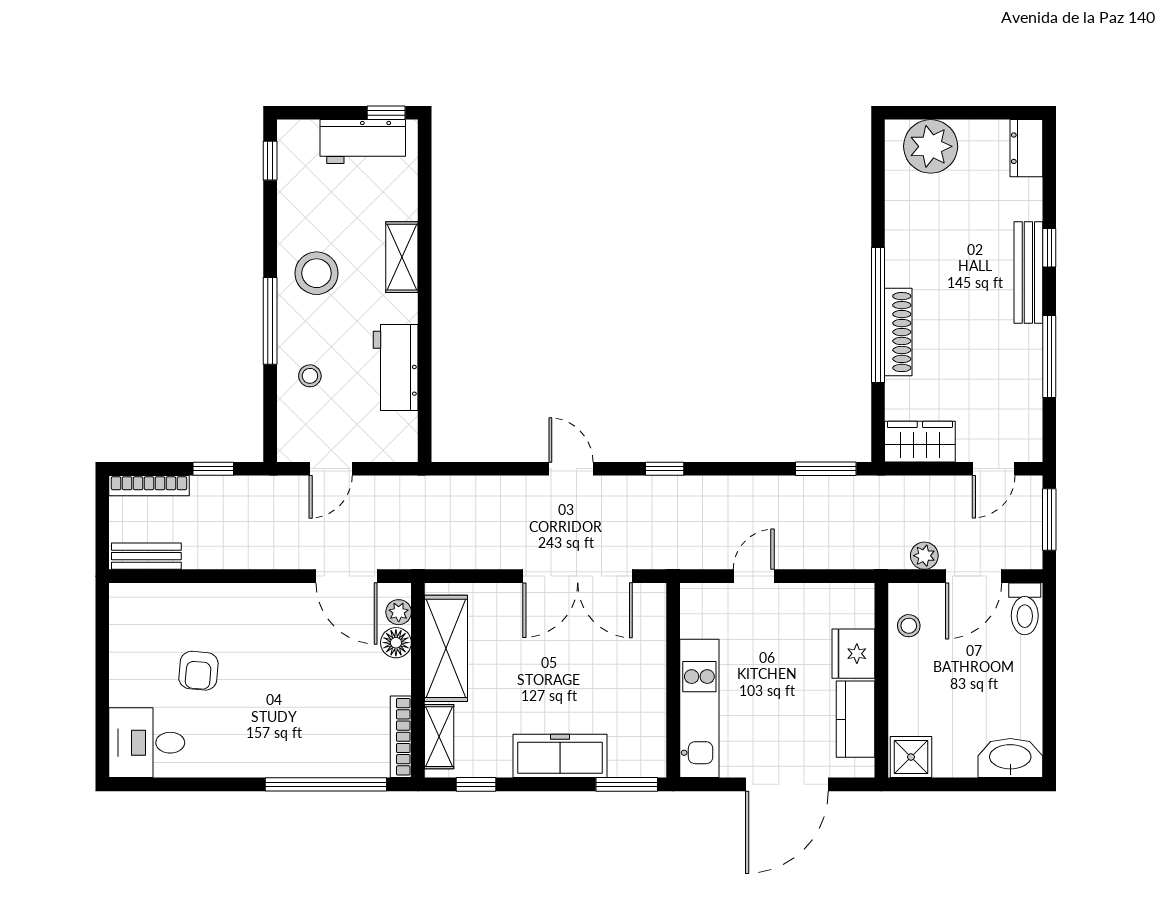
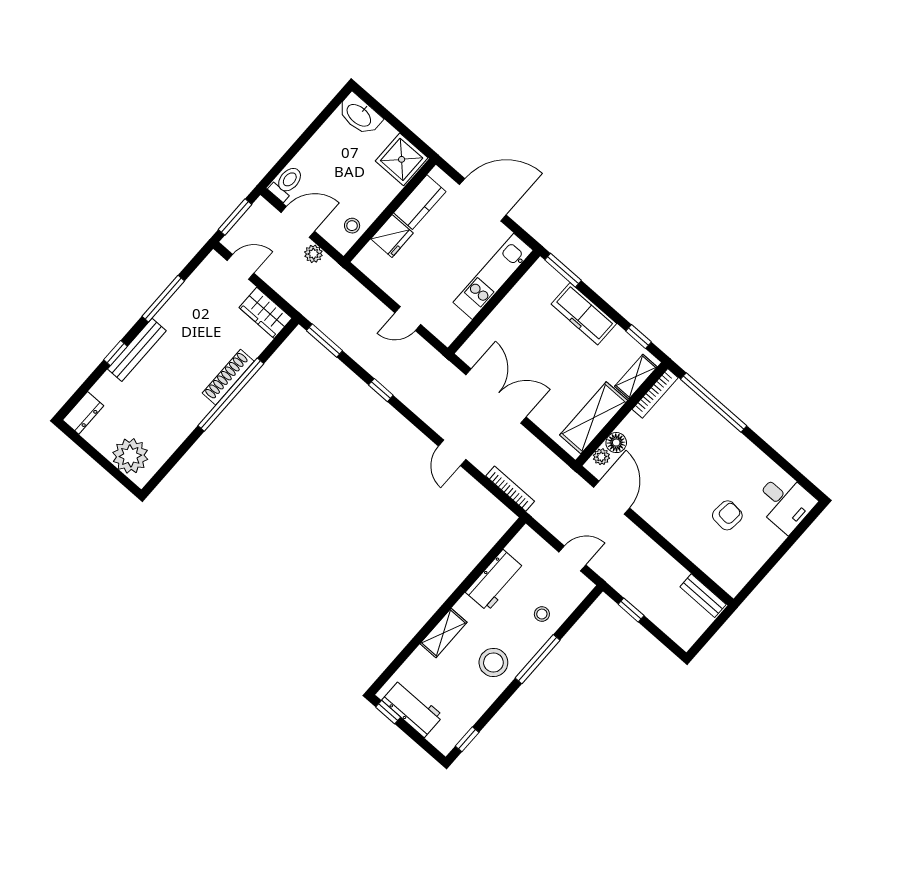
window: (665, 469) -> (381, 390), moved
bookcase: (149, 486) -> (510, 489), moved
shower: (911, 757) -> (402, 159), width x1.36, depth x1.36

